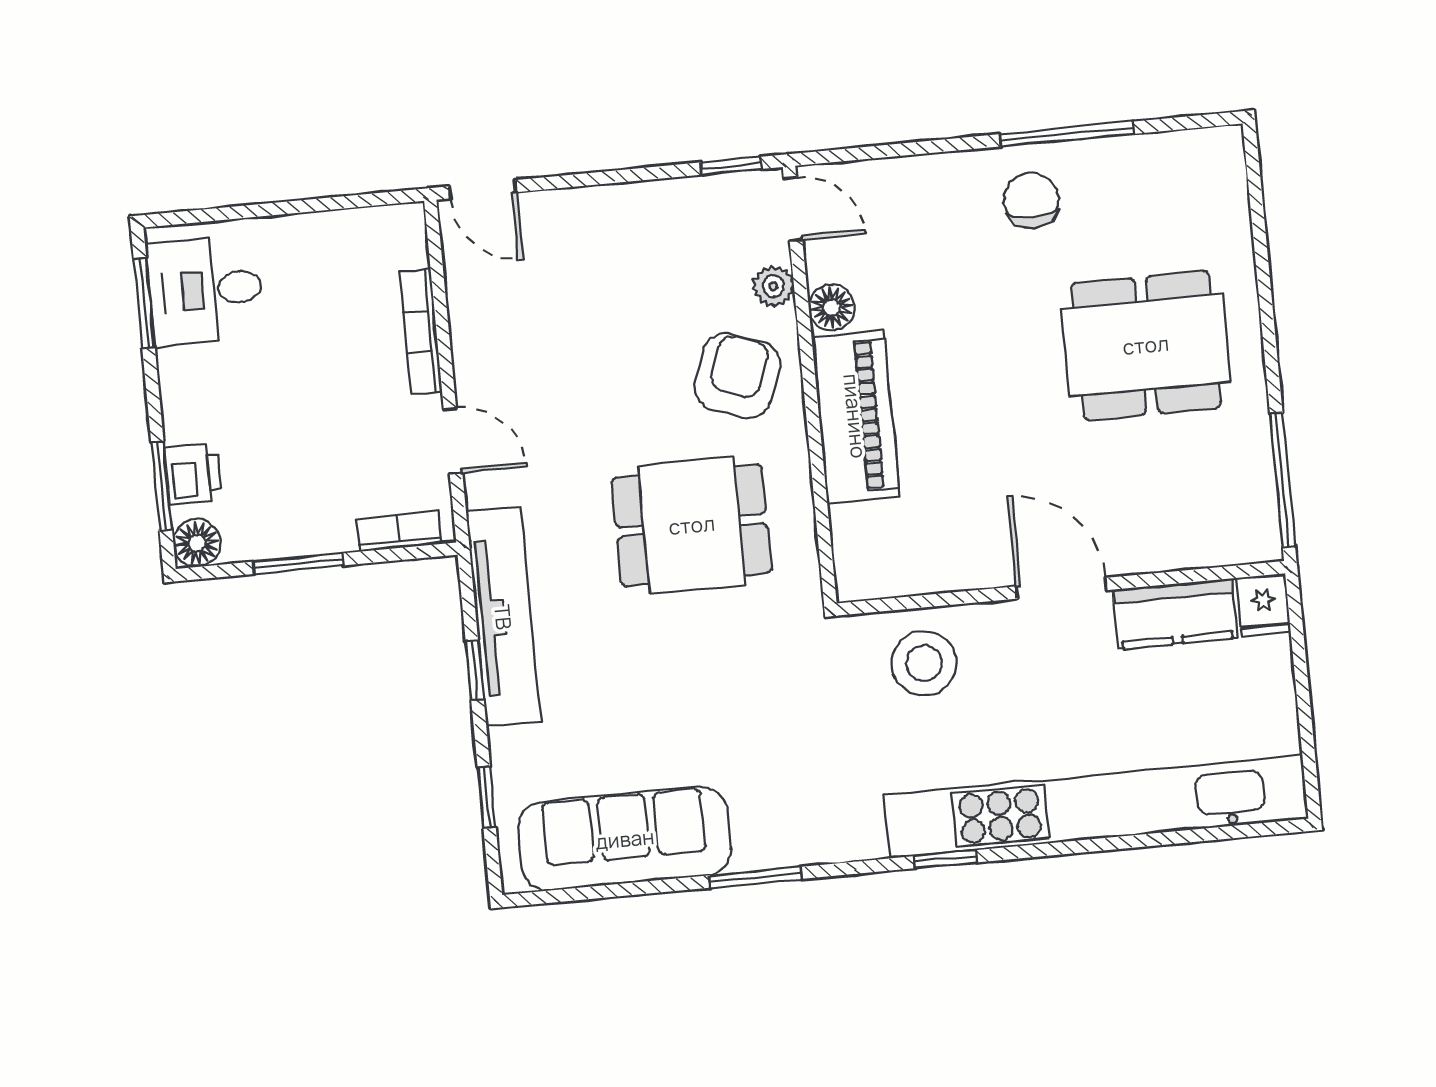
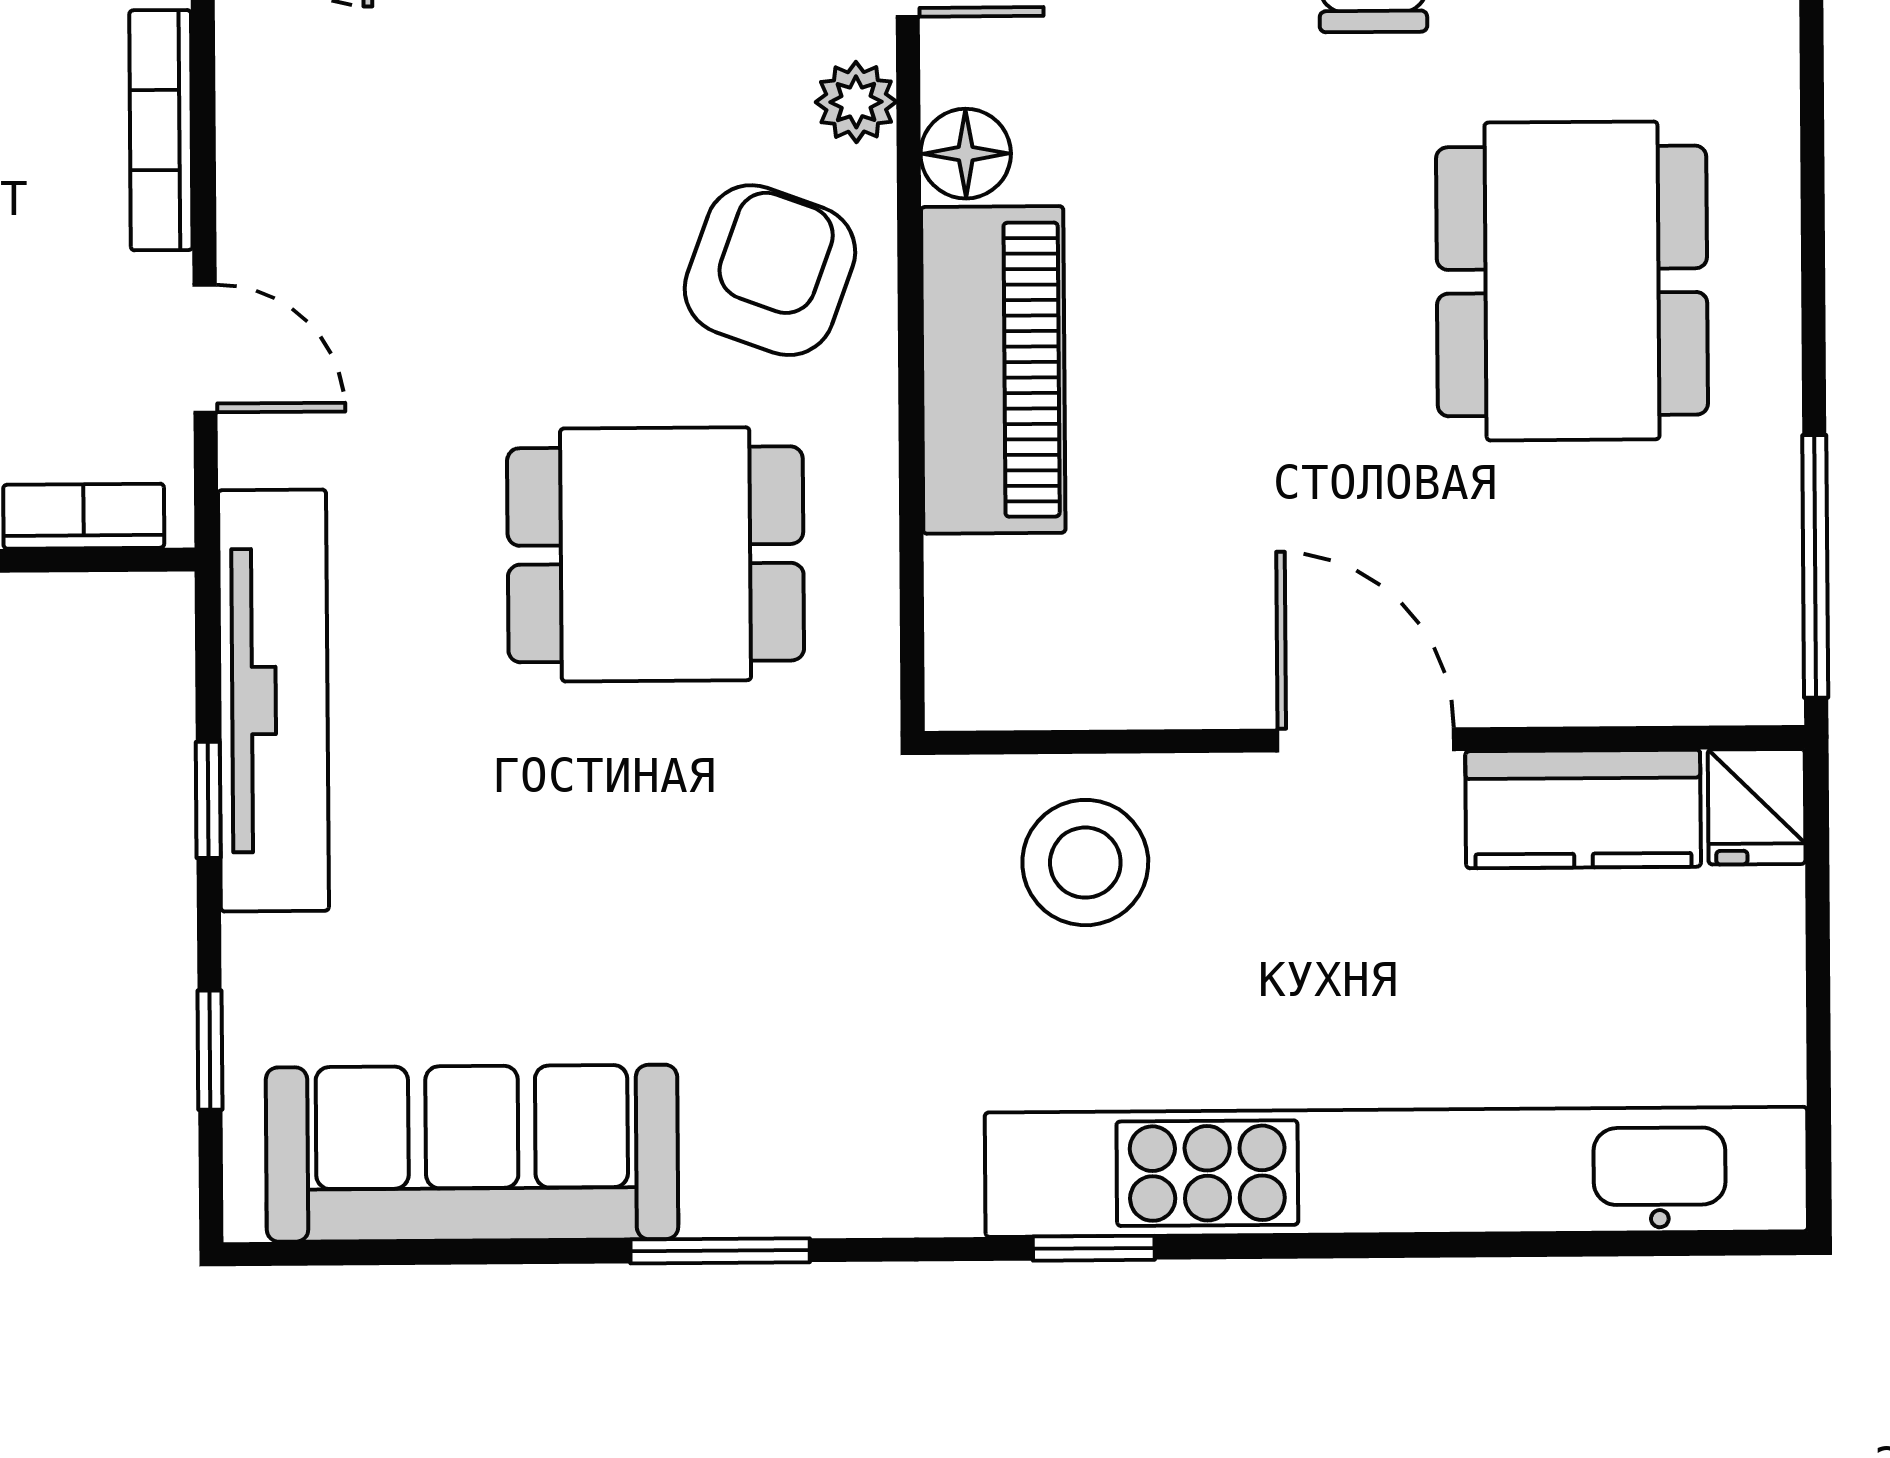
dining table: (1146, 345) -> (1572, 281), turned 90

